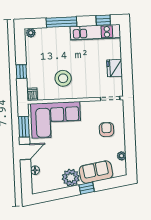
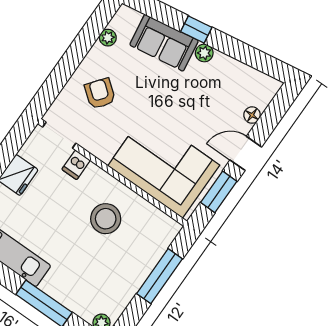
window: (21, 72) -> (160, 276), width x2.17
dishwasher: (32, 94) -> (76, 165), moved
armchair: (107, 129) -> (100, 94), turned 128
plant: (71, 178) -> (204, 53), width x0.53, depth x0.53

